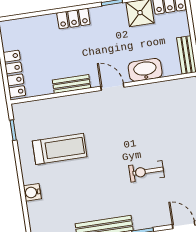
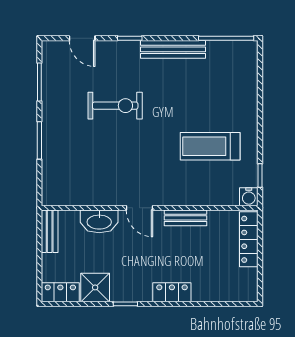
exercise bike: (146, 171) -> (115, 106), width x1.38, depth x1.39
water cooler: (32, 192) -> (249, 197), moved, turned 90

